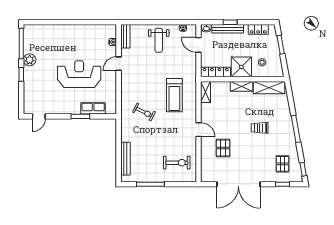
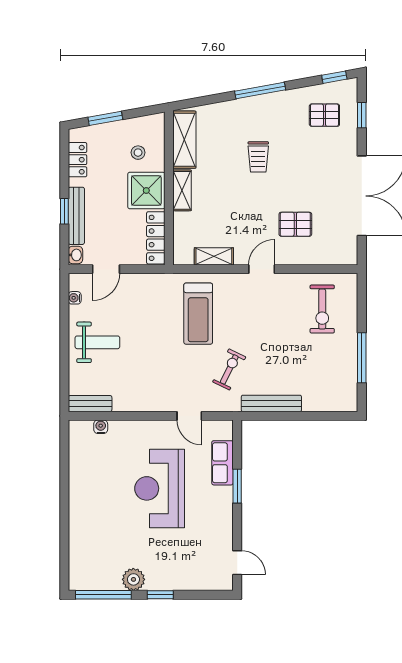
door: (119, 64) -> (189, 416), moved
shelving: (206, 92) -> (214, 256), moved
treadmill: (174, 95) -> (198, 314), turned 90
bench: (125, 159) -> (271, 403), moved
exercise bike: (177, 163) -> (322, 309), turned 180

